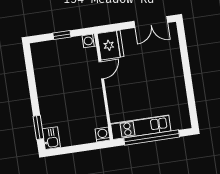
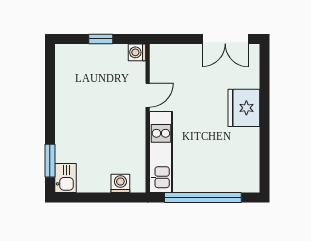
fridge: (111, 45) -> (244, 108), moved, turned 180
kitchen unit: (141, 127) -> (161, 152), moved, turned 90
washing machine: (103, 134) -> (120, 183), moved

